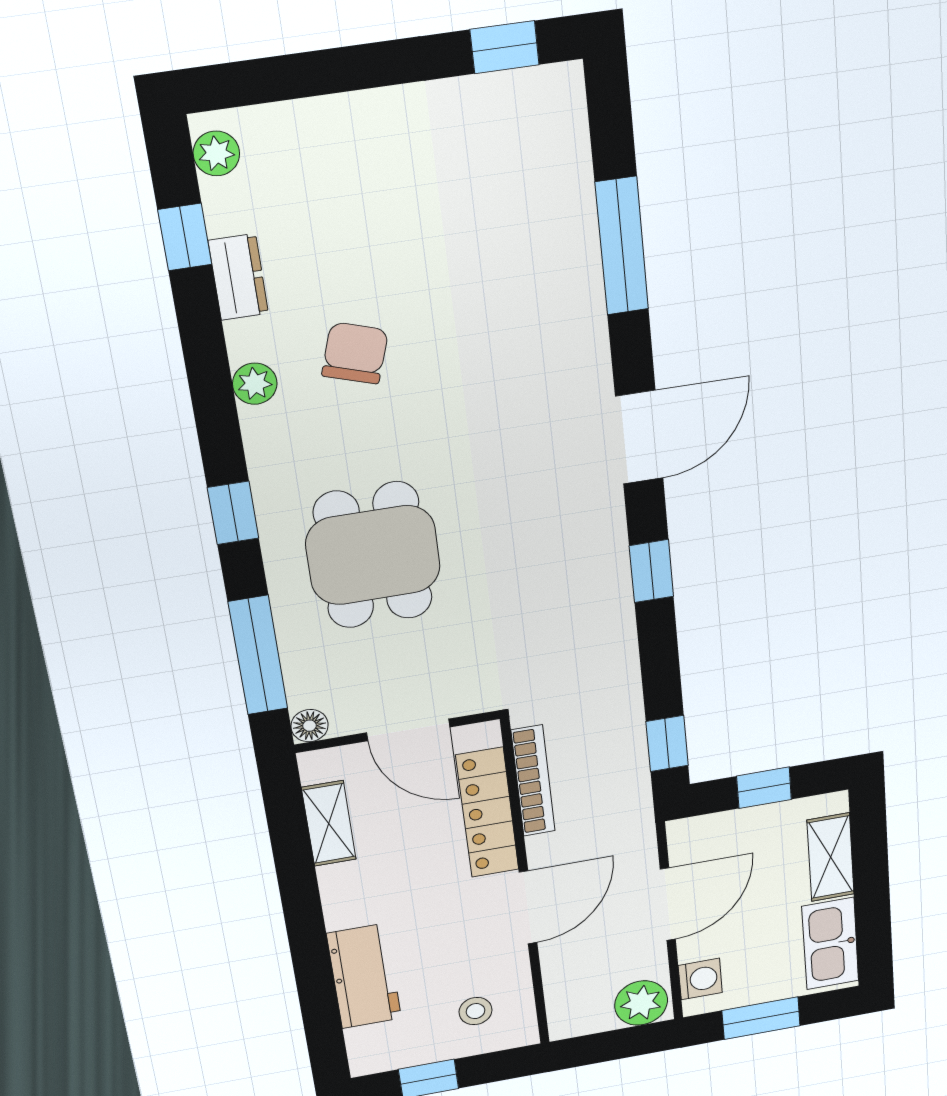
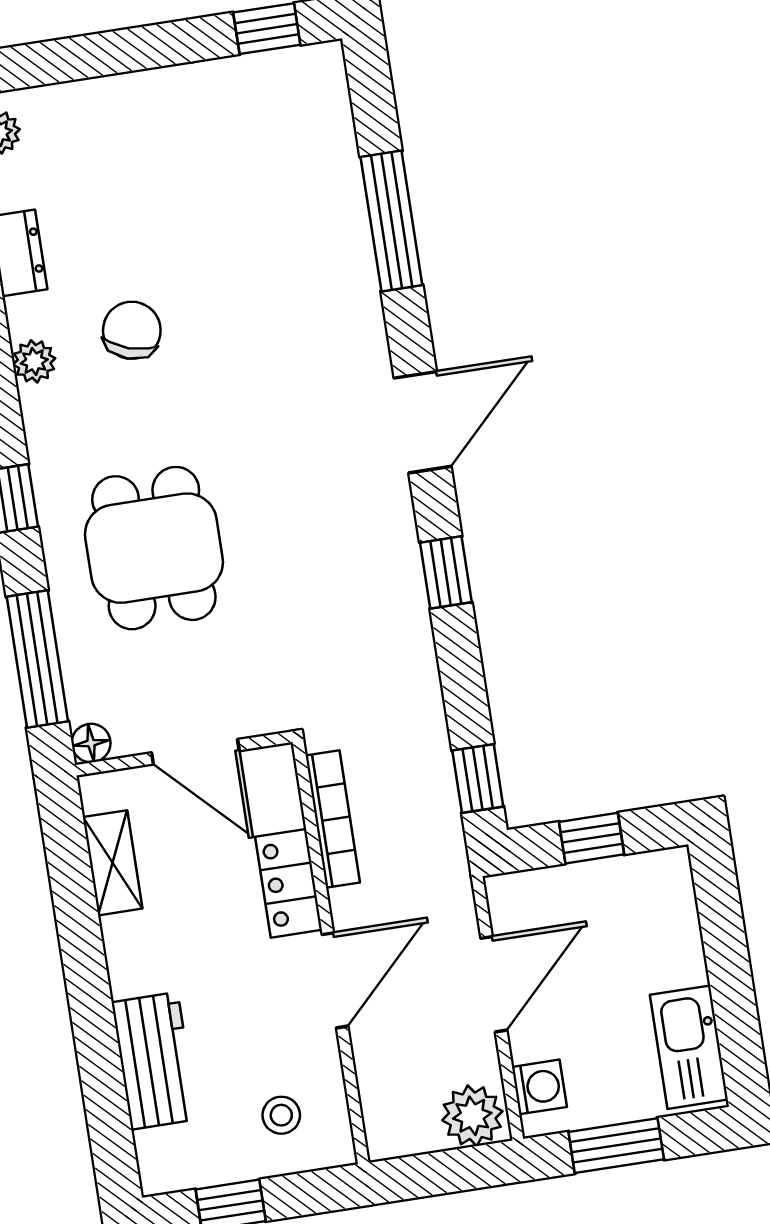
locker: (487, 813) -> (289, 883), width x0.66
shelving: (831, 857) -> (677, 931), removed

